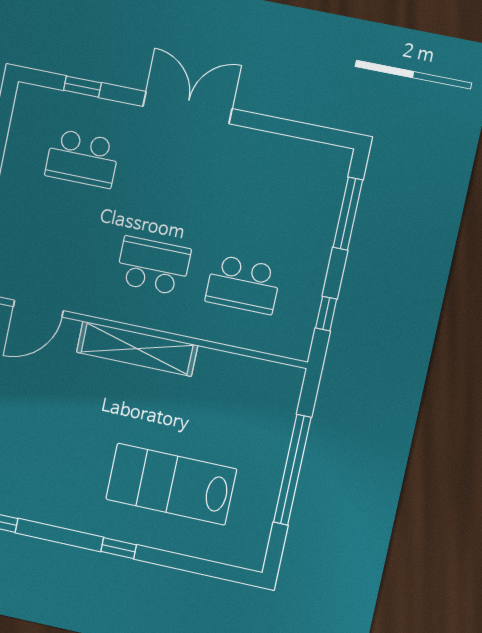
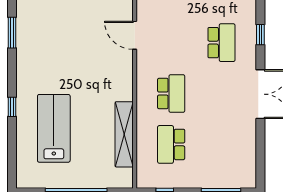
school desk: (82, 158) -> (221, 43), turned 180
shelving: (137, 349) -> (124, 134), moved

